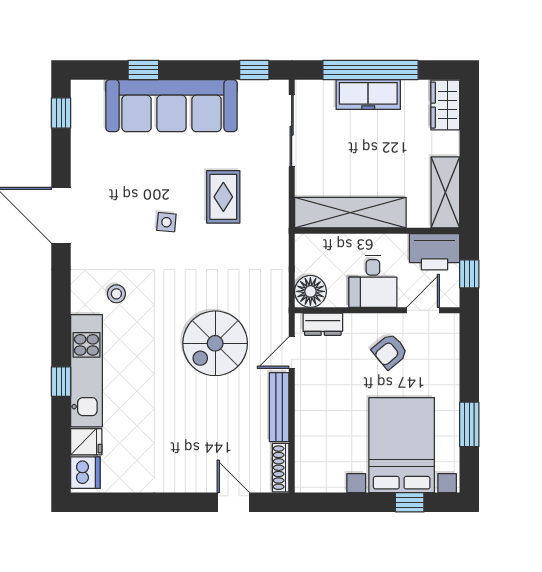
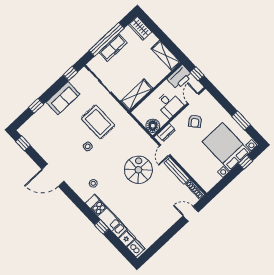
sofa: (172, 106) -> (63, 98), width x0.54, depth x0.79
rug: (223, 197) -> (98, 122), width x1.36, depth x1.43
shelving: (350, 213) -> (137, 95), width x0.68
spiral stairs: (215, 343) -> (138, 170), turned 180

